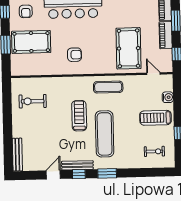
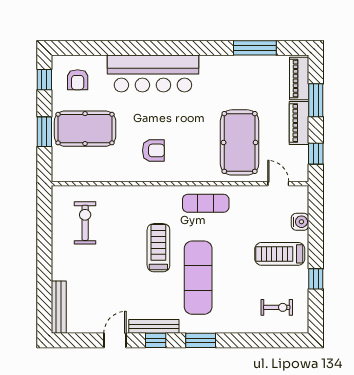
exercise bike: (33, 101) -> (85, 223), turned 90

